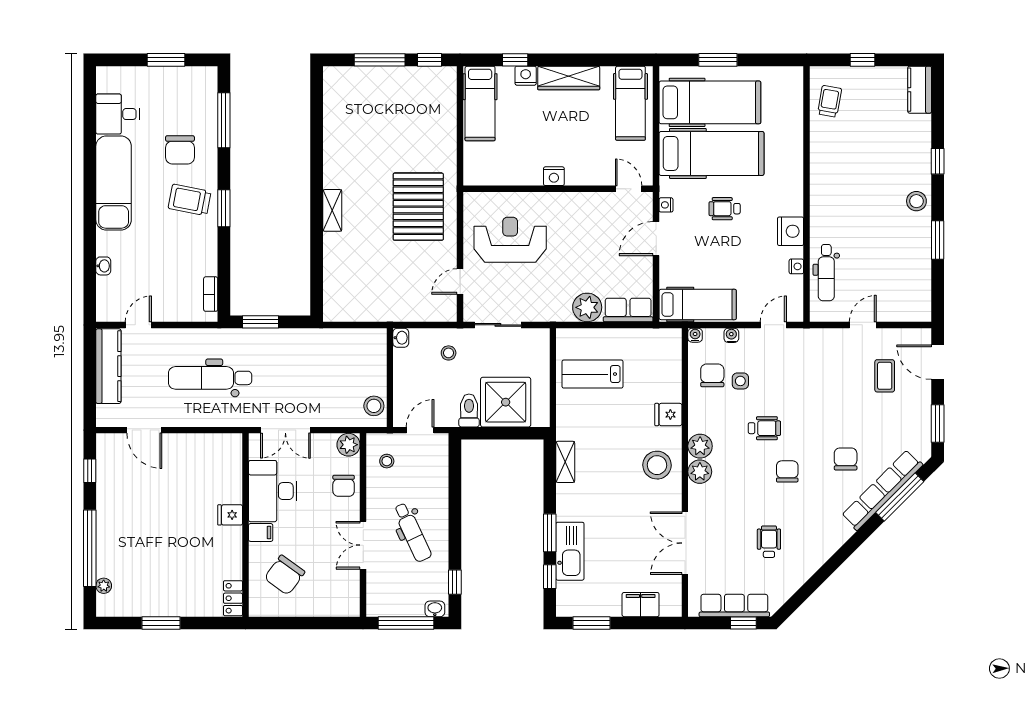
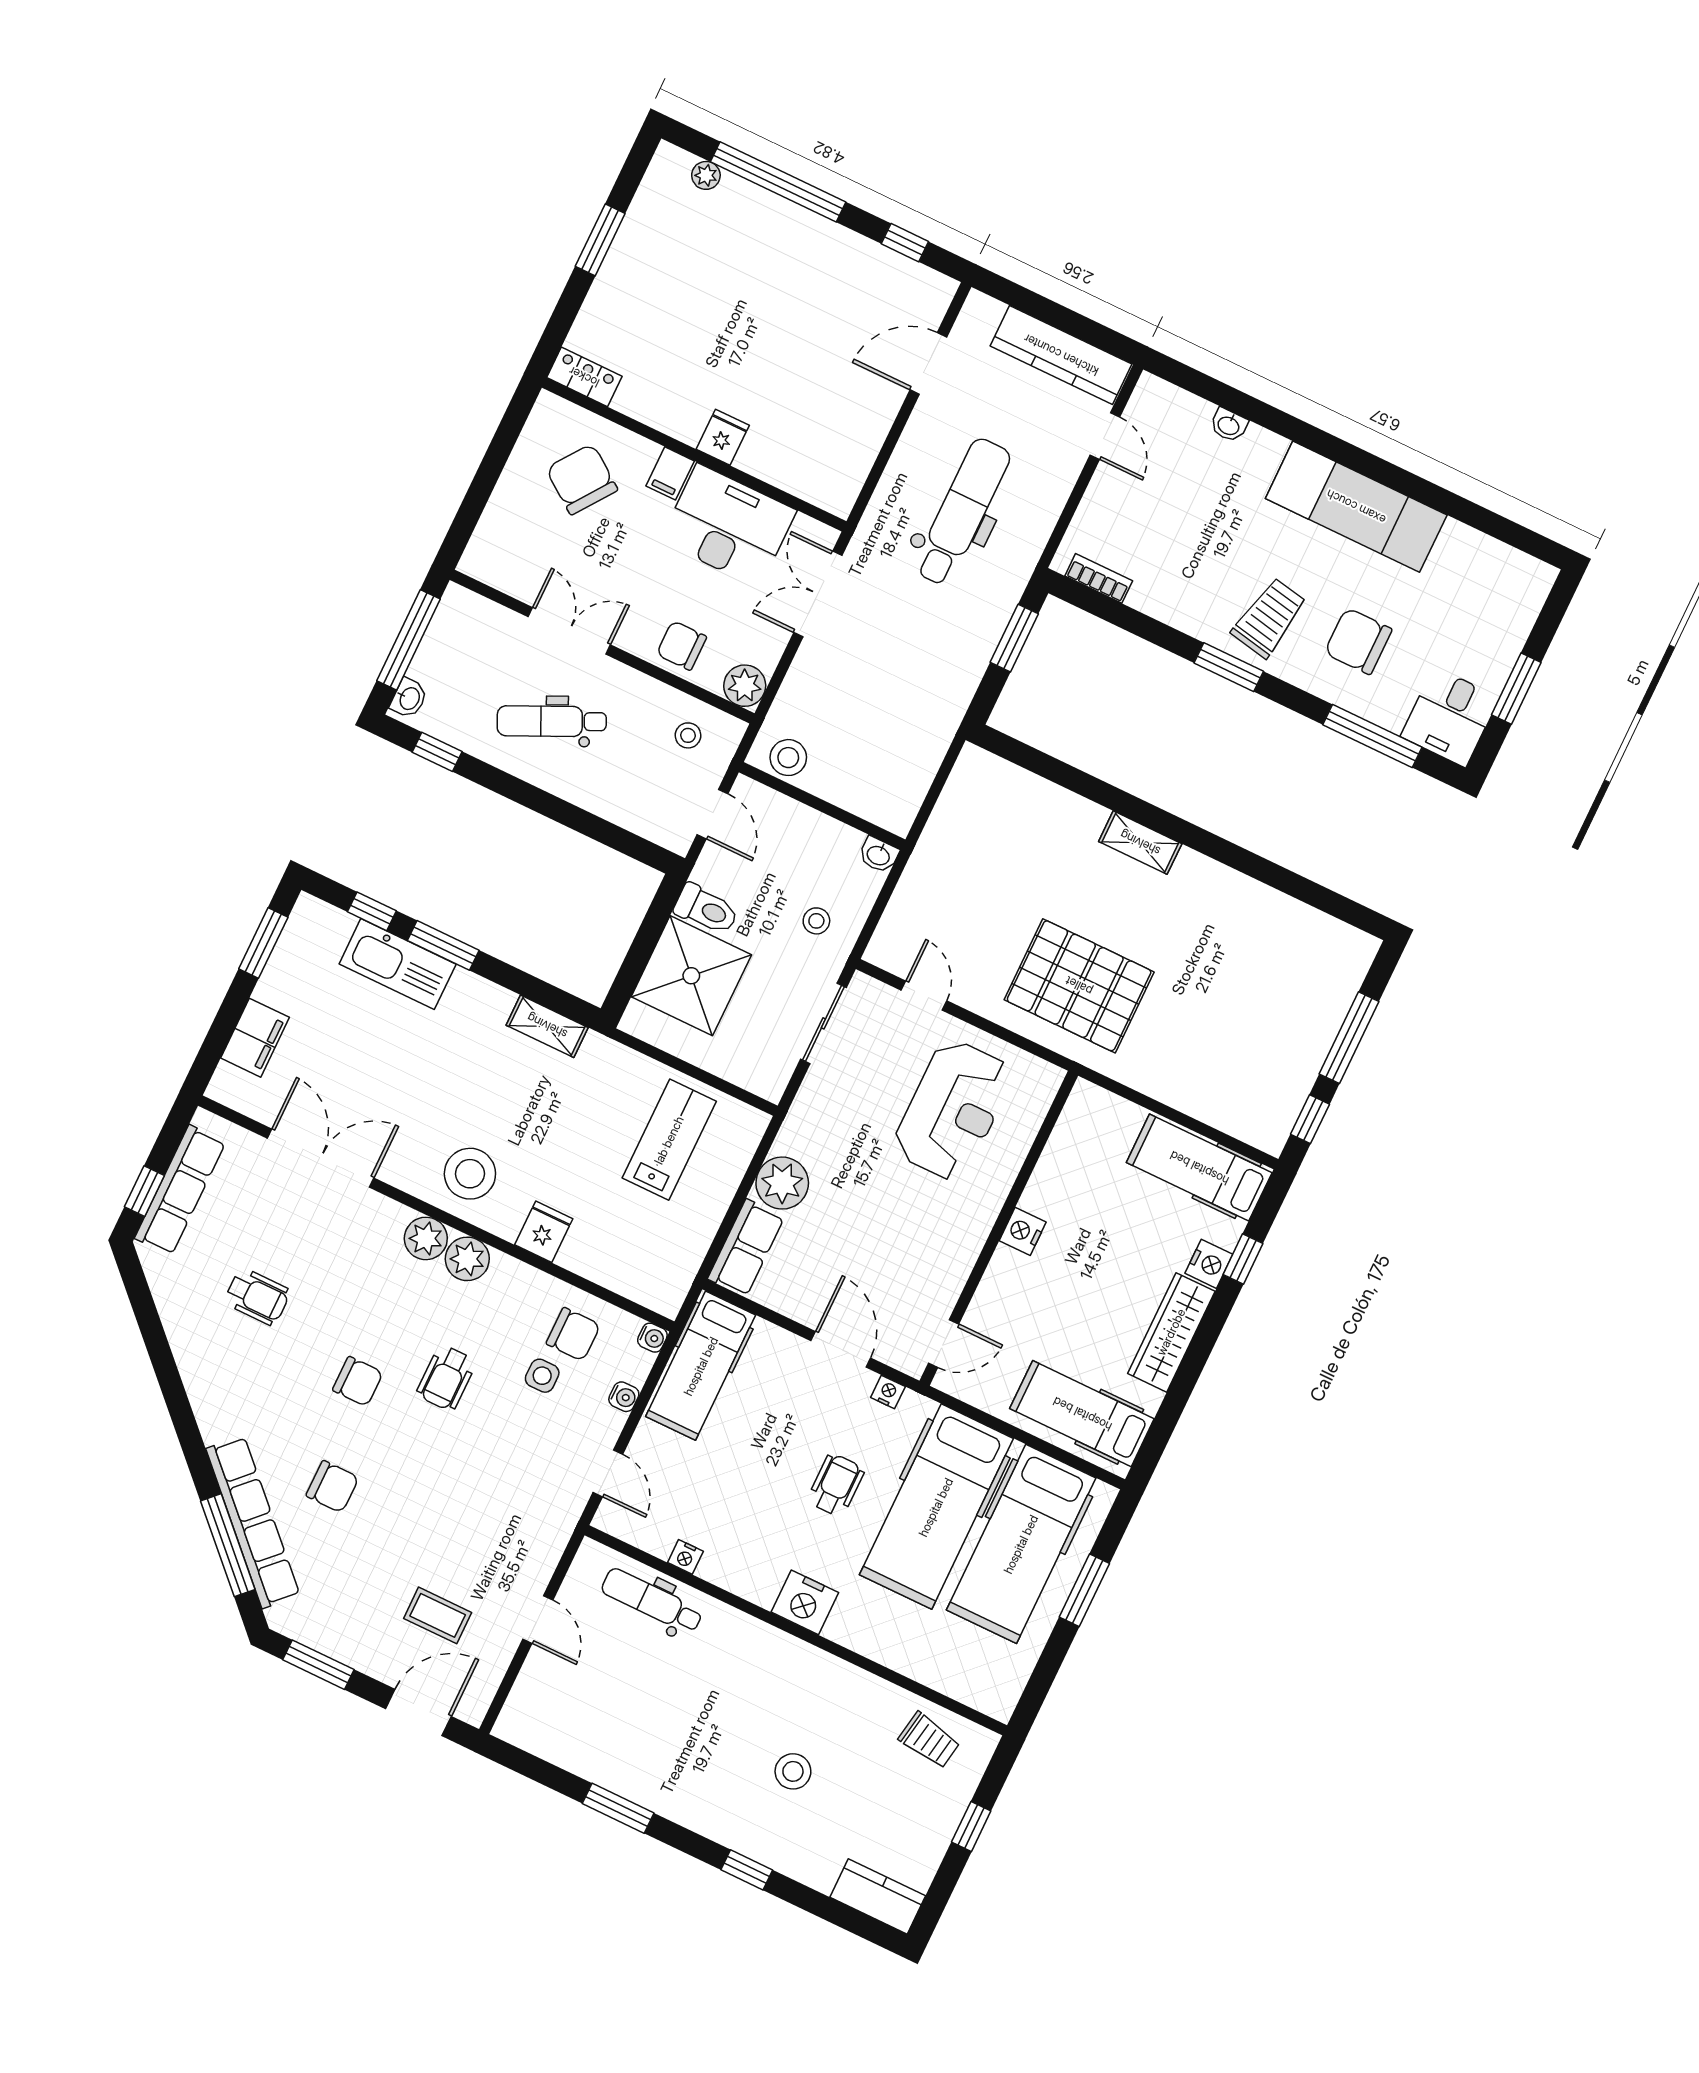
desk: (118, 114) -> (1450, 717), moved, turned 180
stool: (916, 201) -> (793, 1771), moved
nightstand: (791, 231) -> (805, 1602), moved

